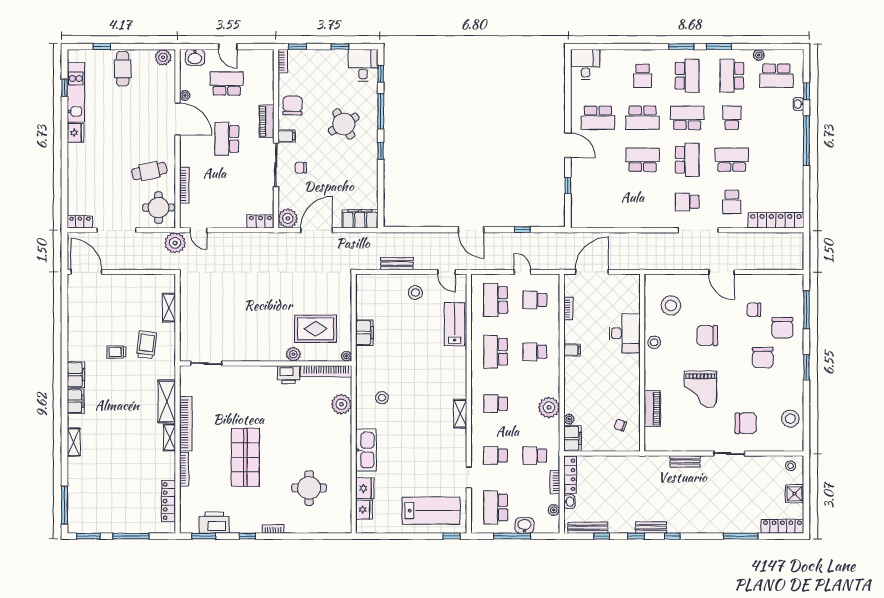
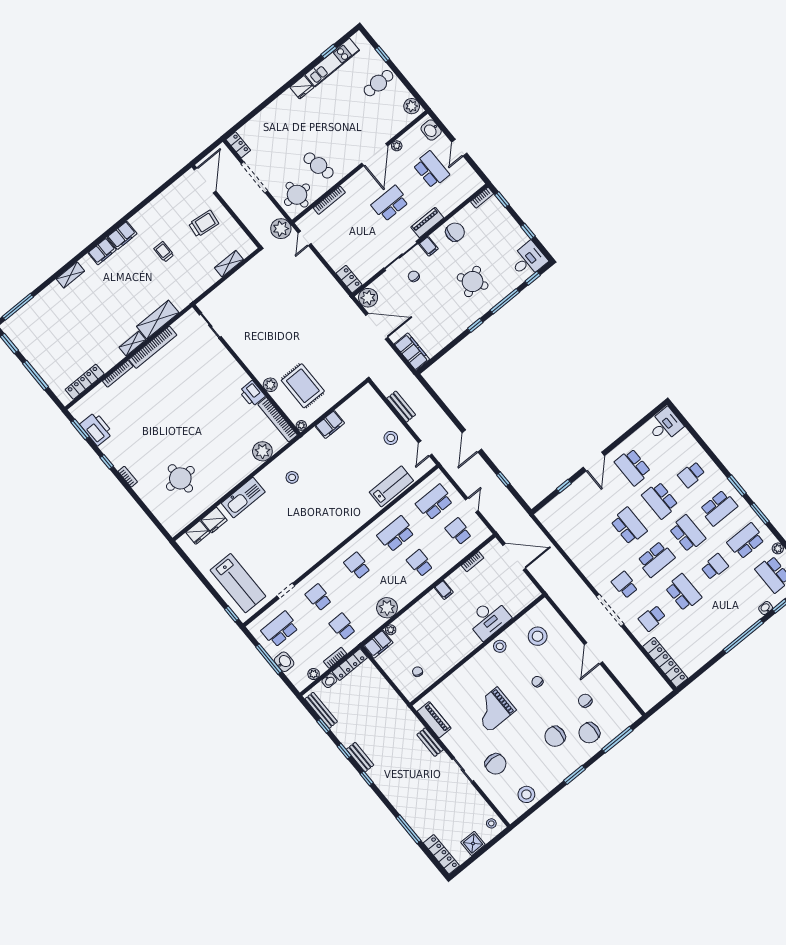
chair: (707, 336) -> (537, 682), width x0.54, depth x0.54
trolley: (147, 345) -> (204, 224), moved
piano: (652, 409) -> (434, 720), moved, turned -90
shelving: (460, 414) -> (328, 546), removed
shop shelf: (245, 457) -> (164, 412), removed

